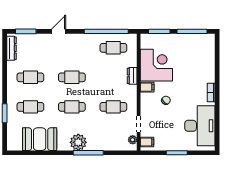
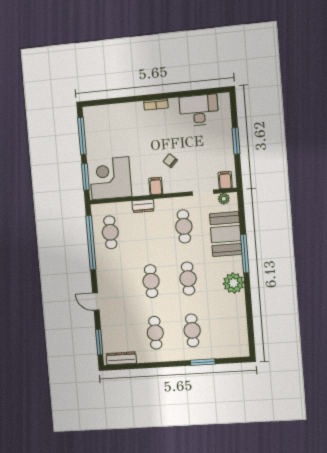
corner desk: (156, 65) -> (110, 178), moved
desk: (200, 126) -> (199, 110), width x0.73, depth x0.77
booth: (40, 139) -> (226, 234), moved
plant: (78, 142) -> (233, 283), moved

